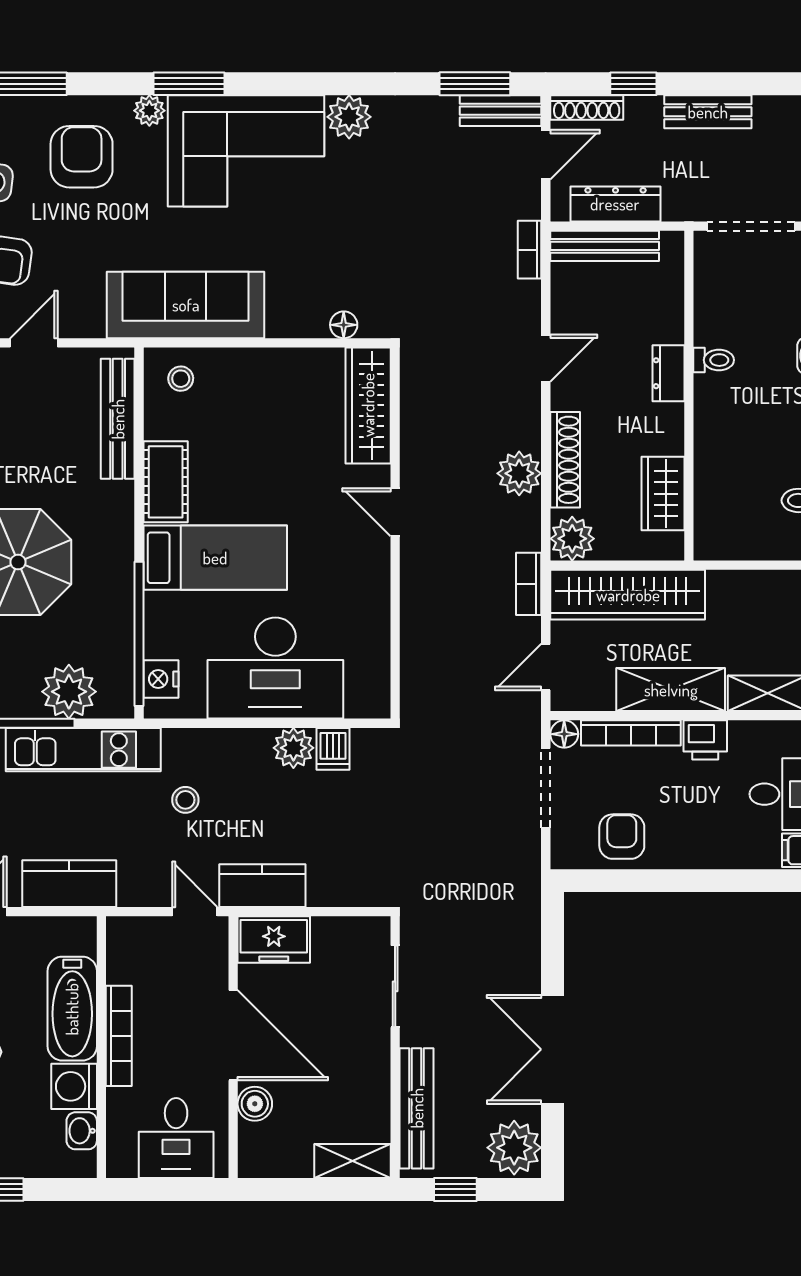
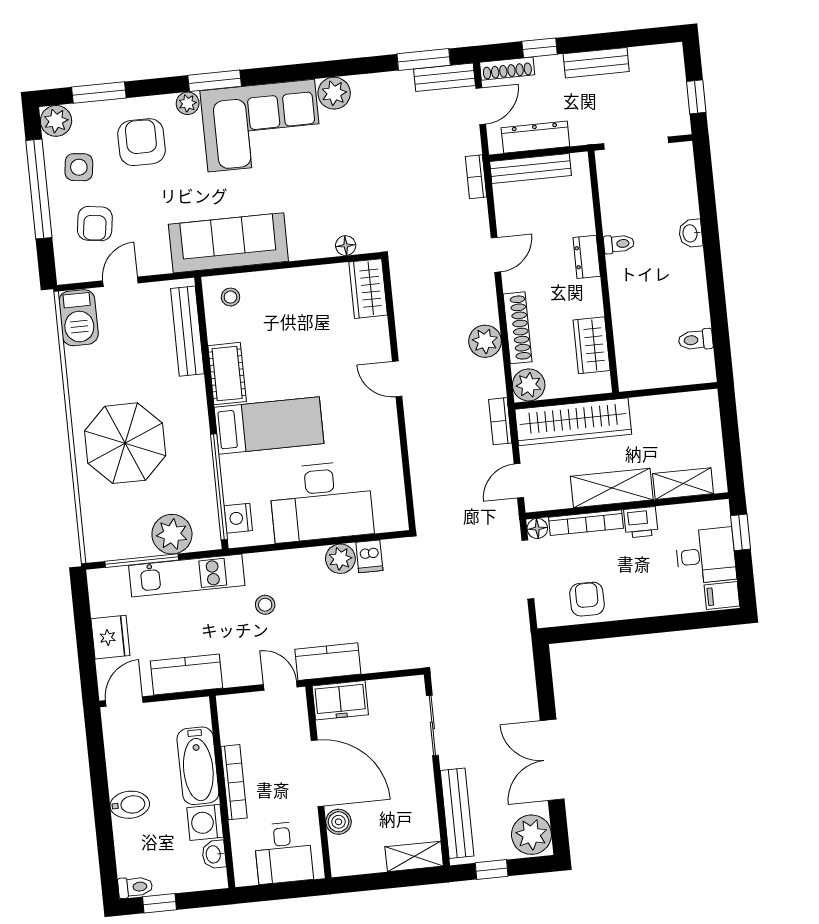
wardrobe: (368, 405) -> (368, 289), width x0.67

